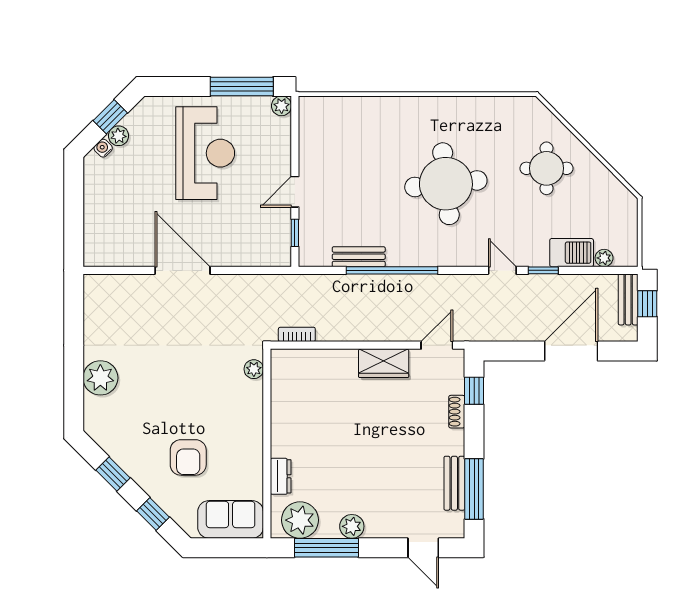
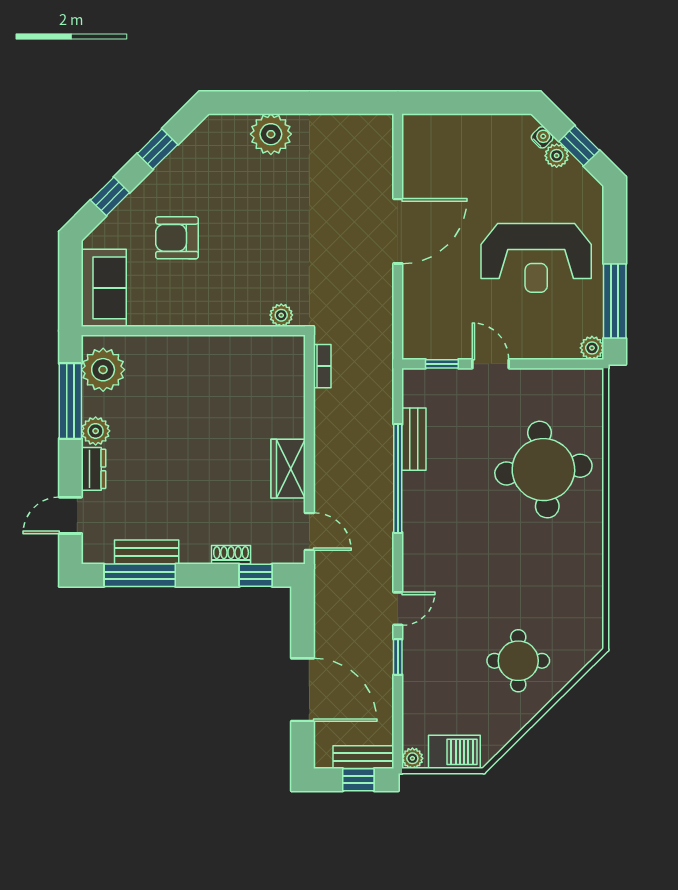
round table: (446, 184) -> (543, 470), moved
barbecue: (572, 253) -> (454, 752), moved, turned -90
plant: (604, 258) -> (412, 758), moved
dresser: (281, 476) -> (93, 469), moved, turned -90

